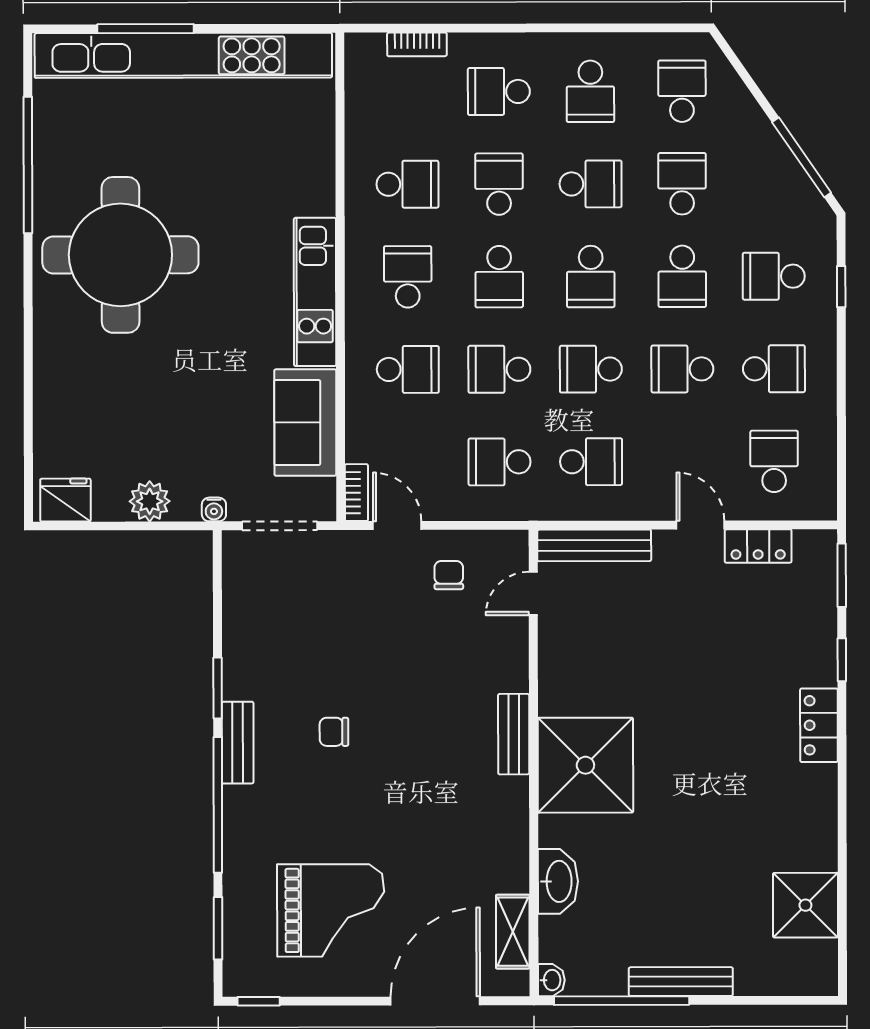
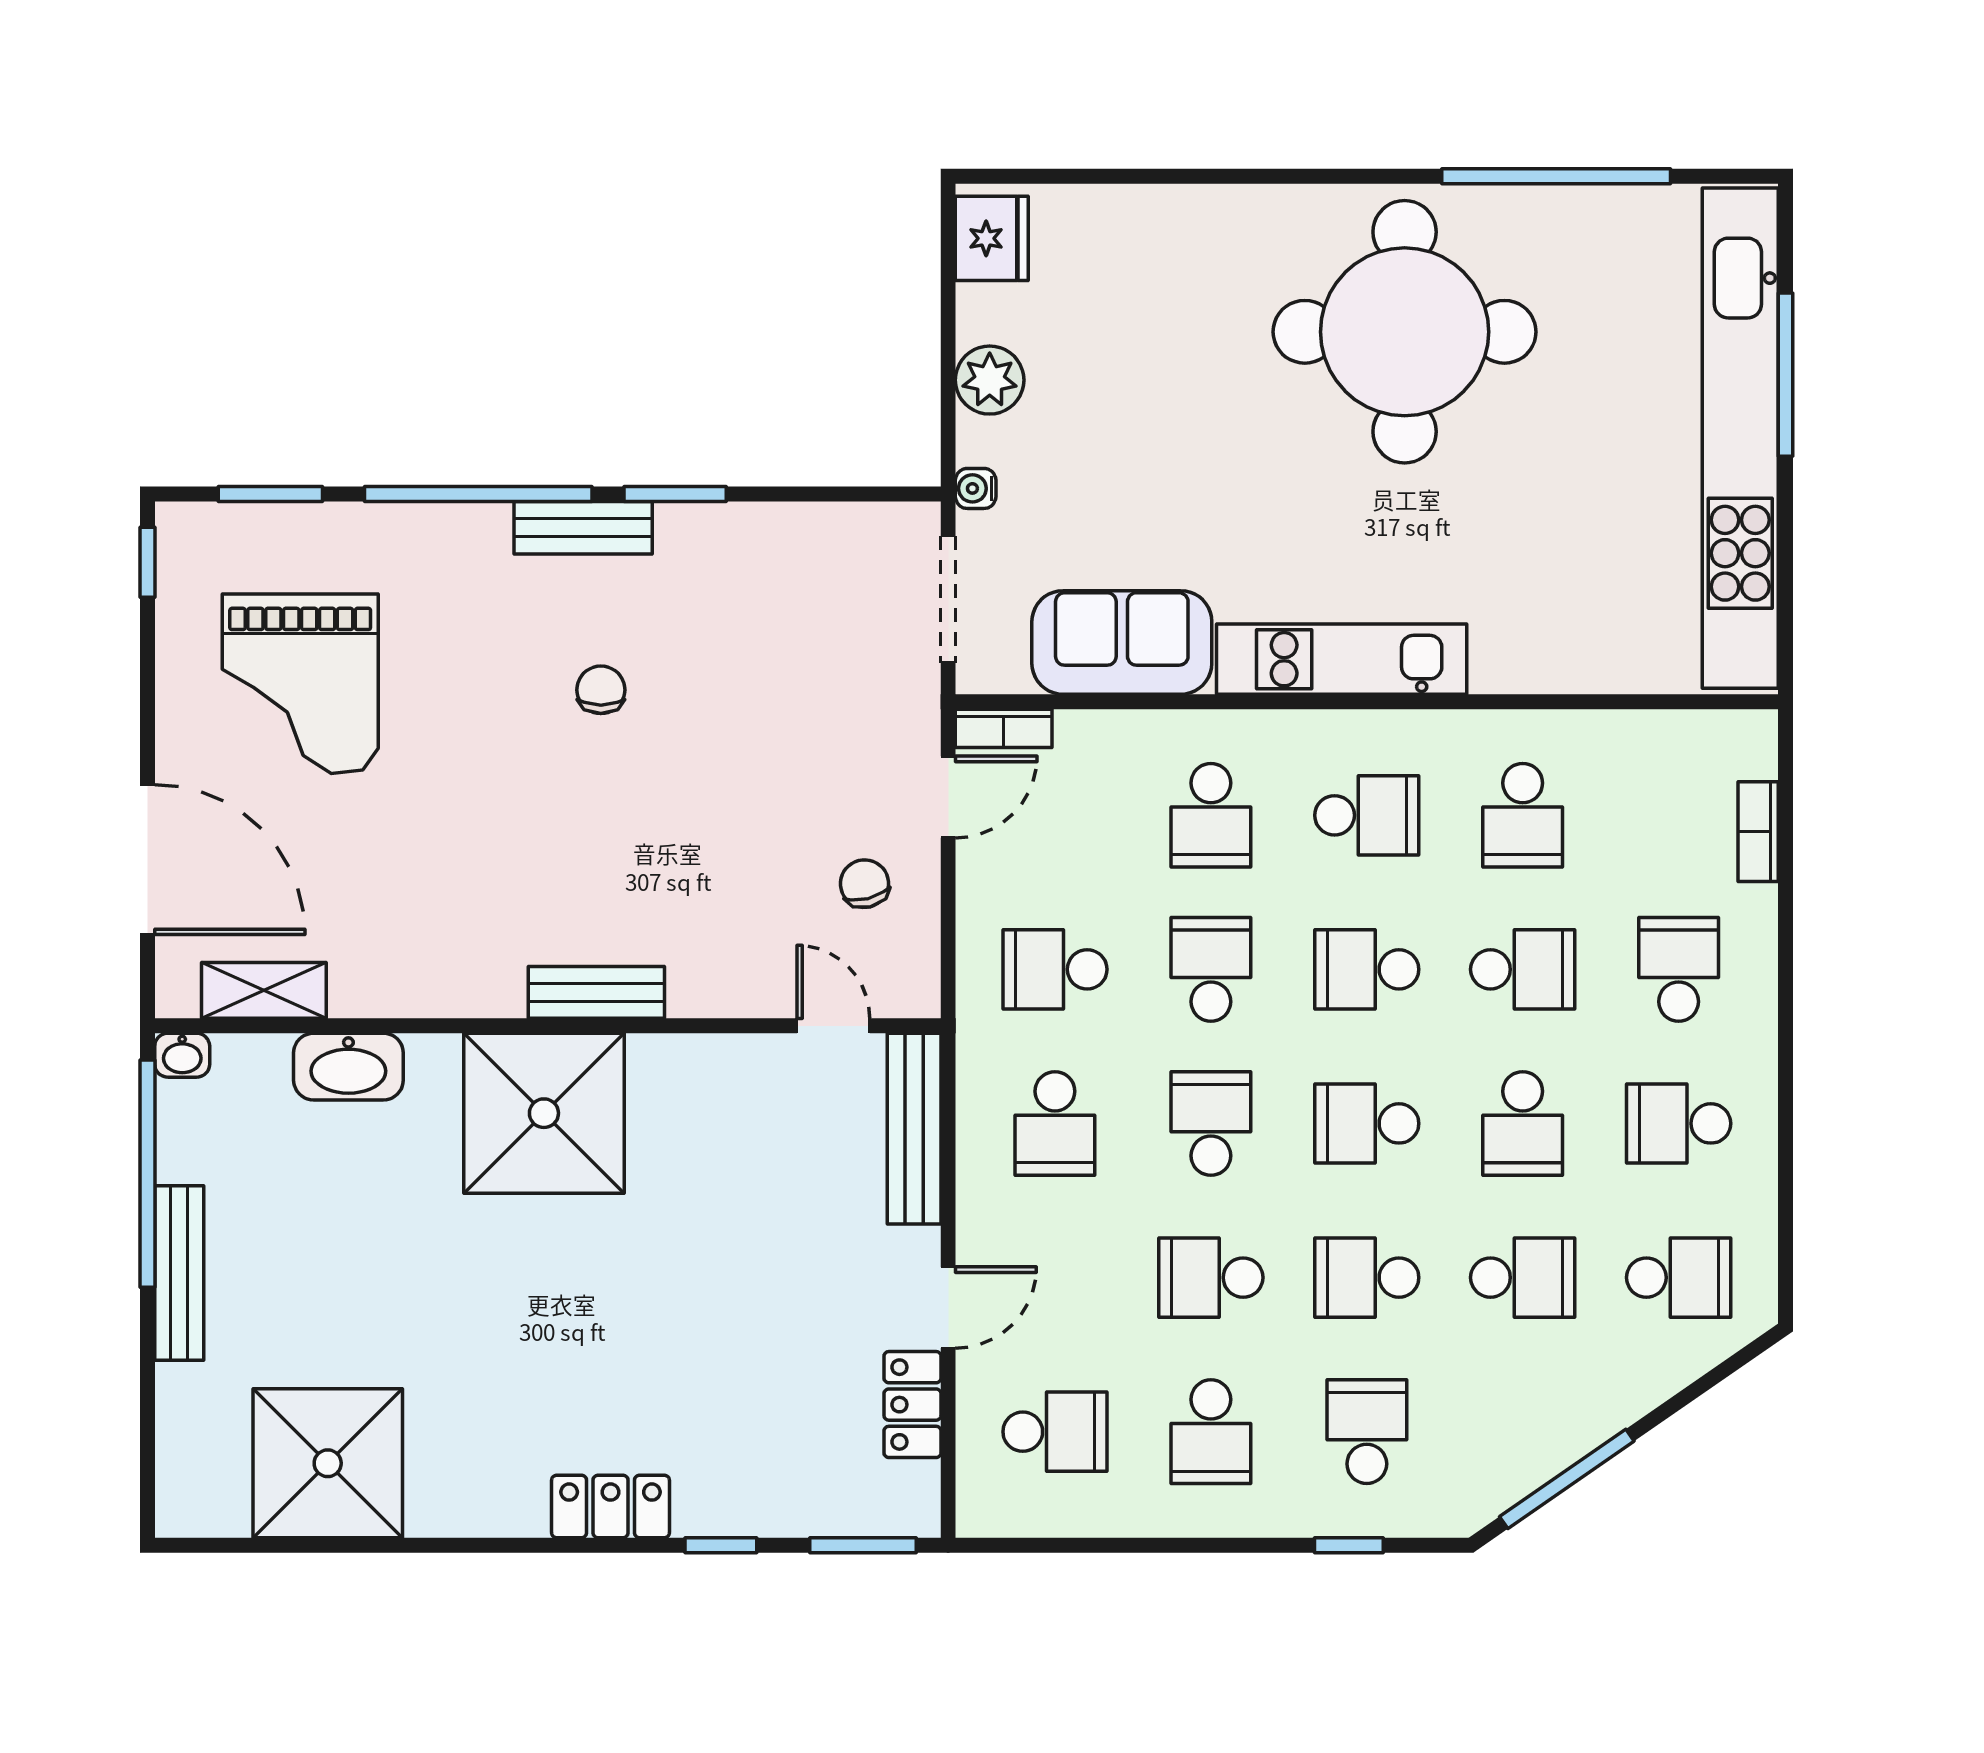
school desk: (682, 369) -> (1211, 1278), turned -90
school desk: (500, 462) -> (1055, 969), turned -90
chair: (449, 575) -> (864, 884), turned -104
shower: (805, 905) -> (328, 1463), width x1.37, depth x1.37

